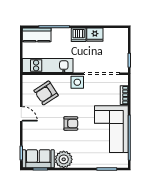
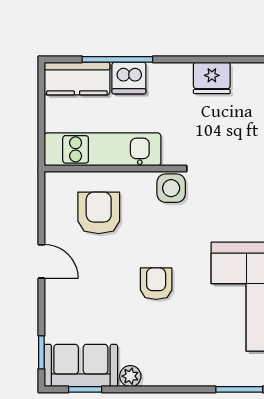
dishwasher: (79, 35) -> (129, 78), moved
armchair: (46, 93) -> (99, 213), turned 123
armchair: (71, 123) -> (156, 284), turned -90
plant: (64, 159) -> (130, 376), width x0.53, depth x0.53

